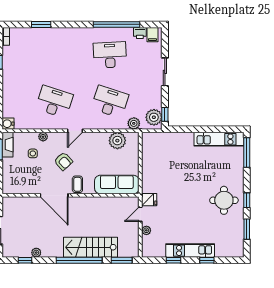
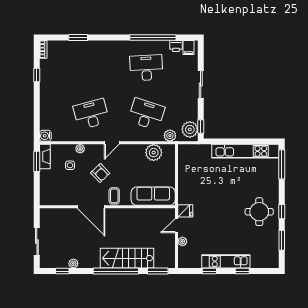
desk: (54, 102) -> (91, 114), turned -33
kitchen unit: (219, 139) -> (245, 151), width x1.36

